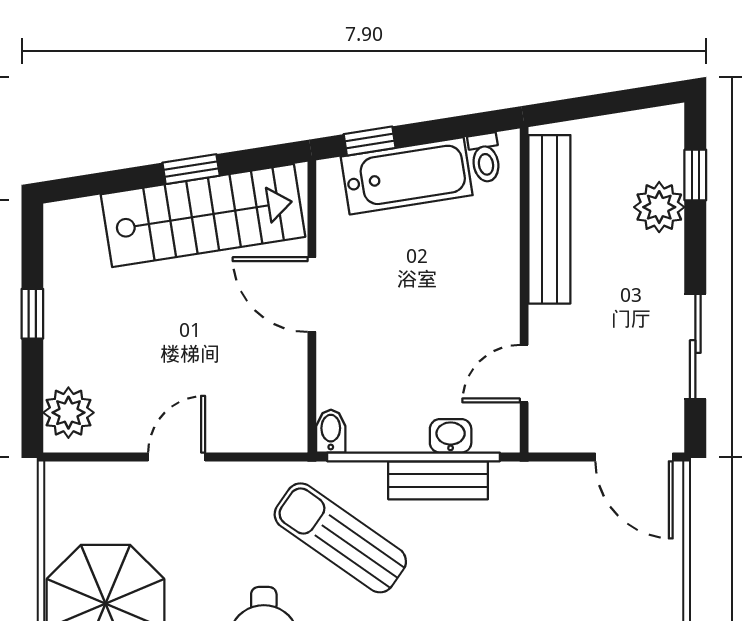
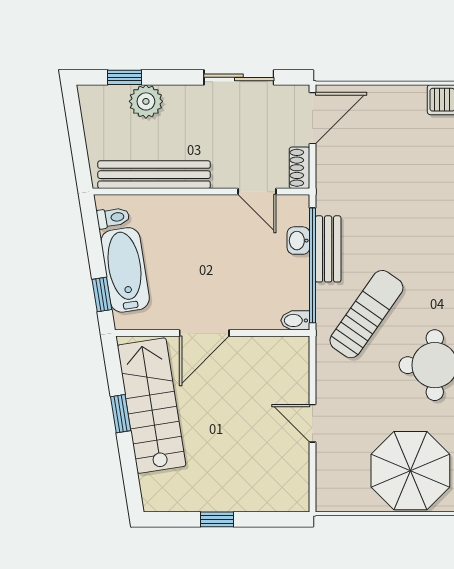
plant: (68, 413) -> (283, 495), removed
shoe rack: (560, 437) -> (299, 168), added
sun lounger: (340, 538) -> (366, 314), turned 180

